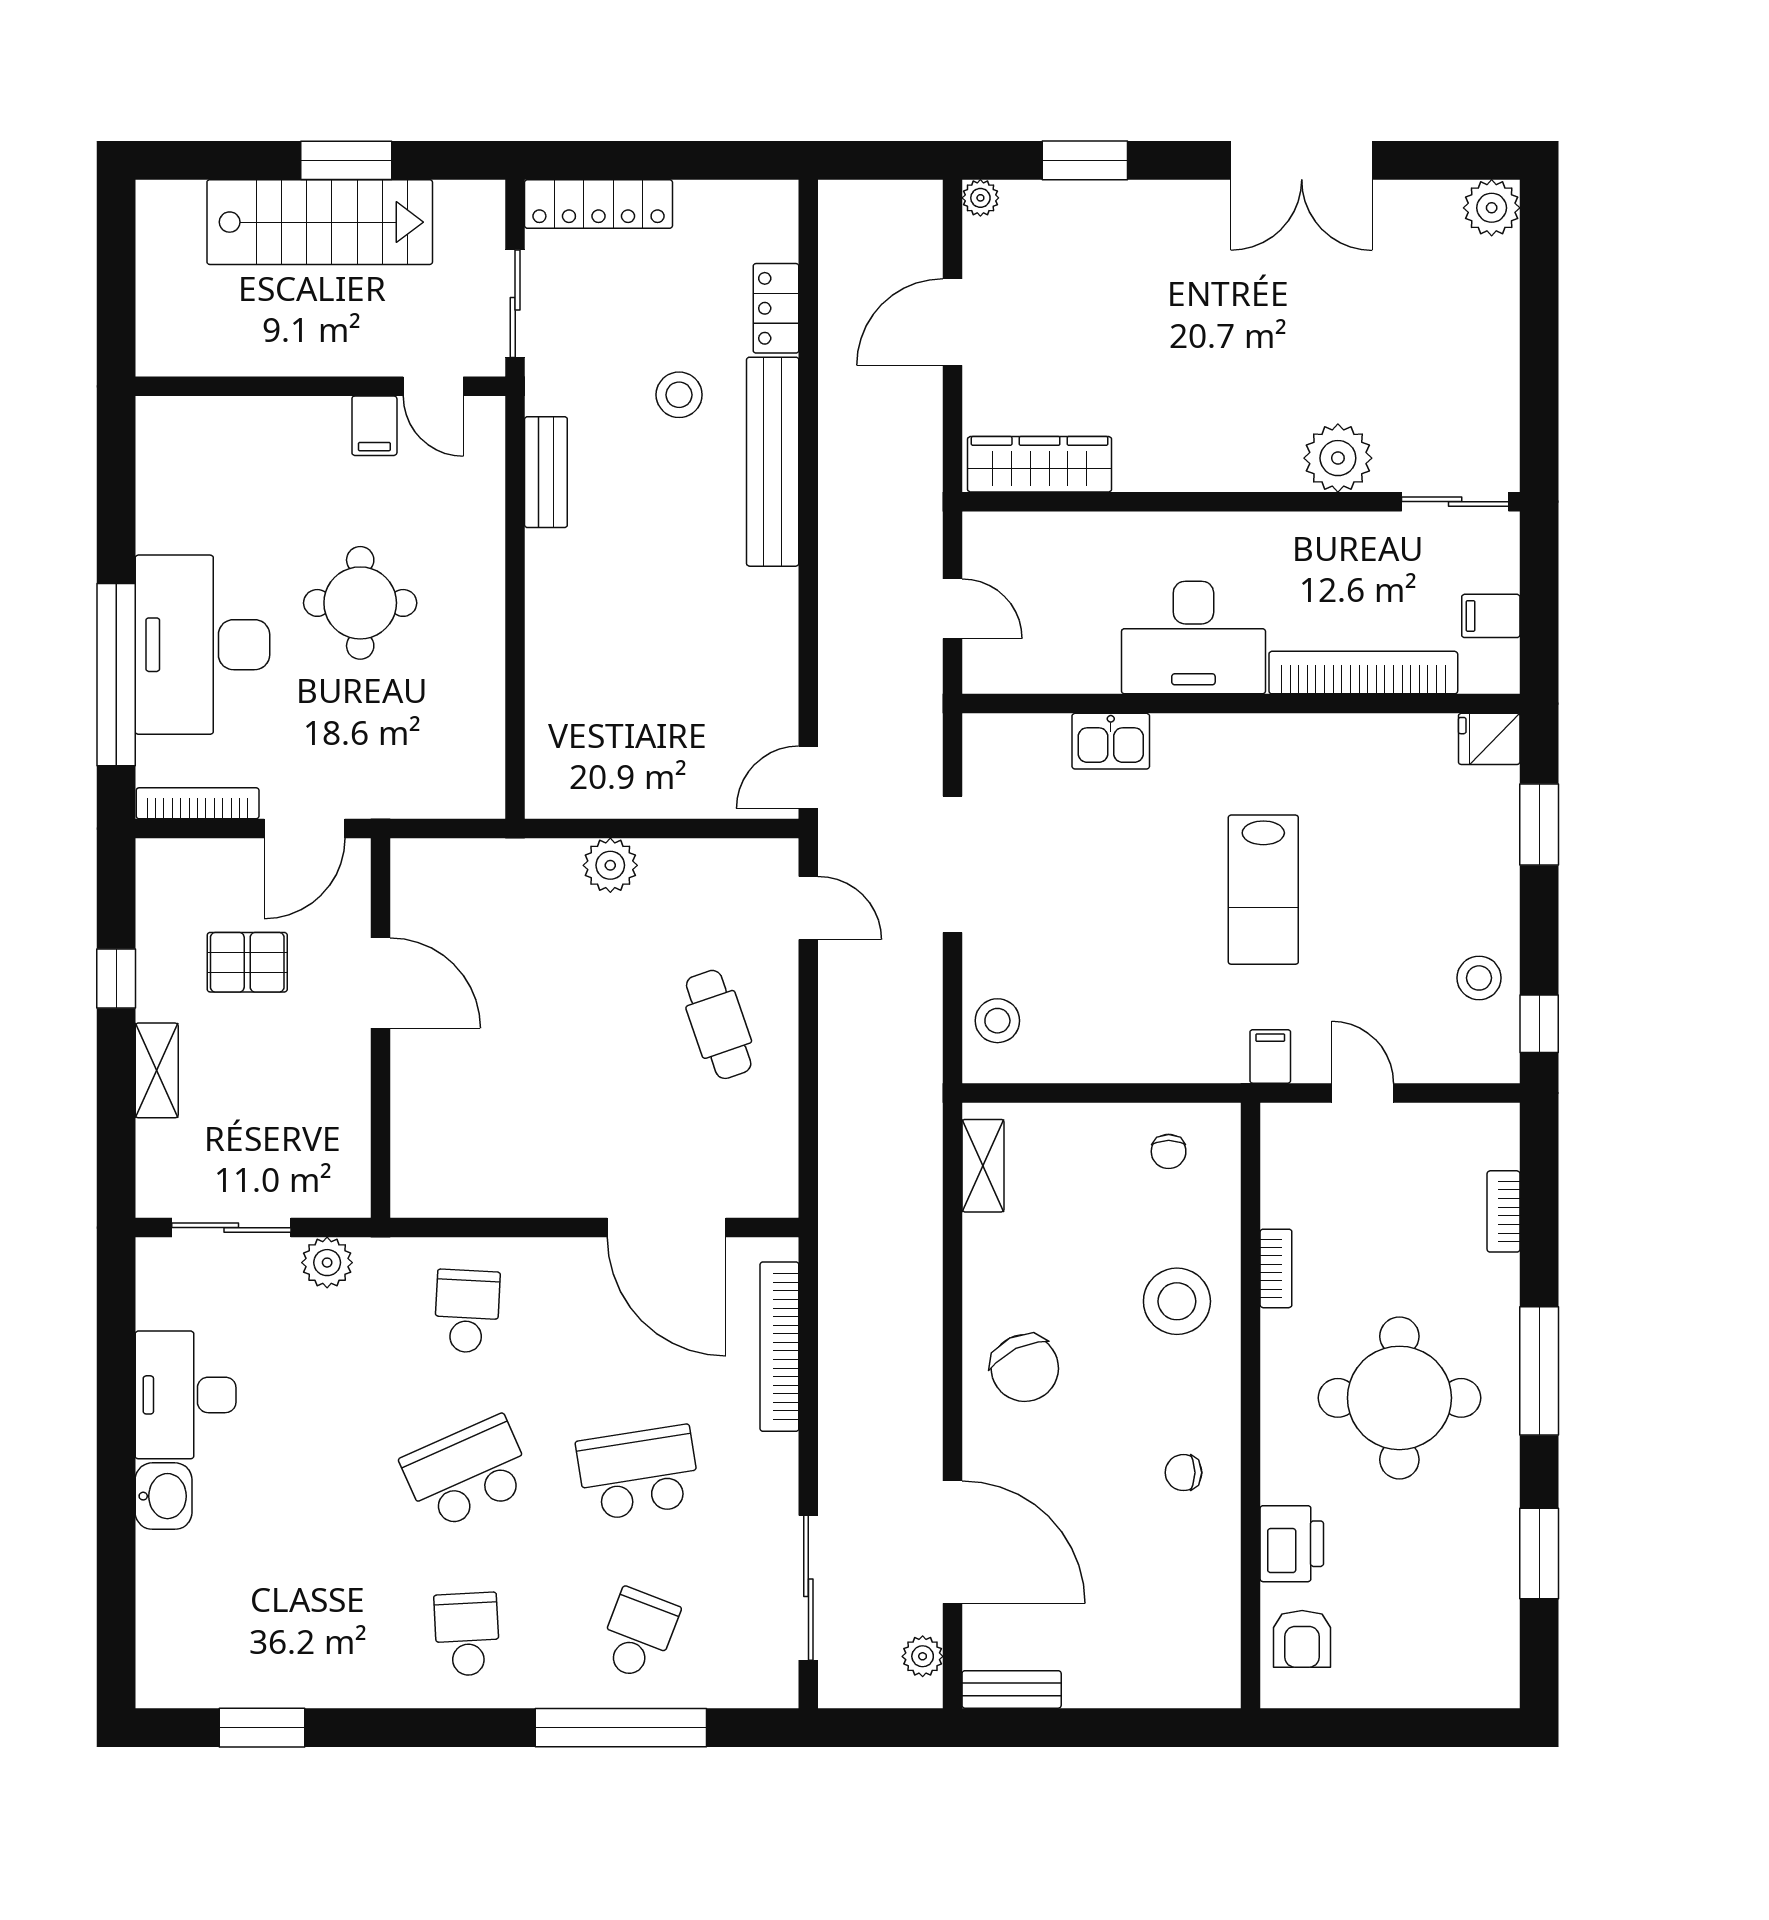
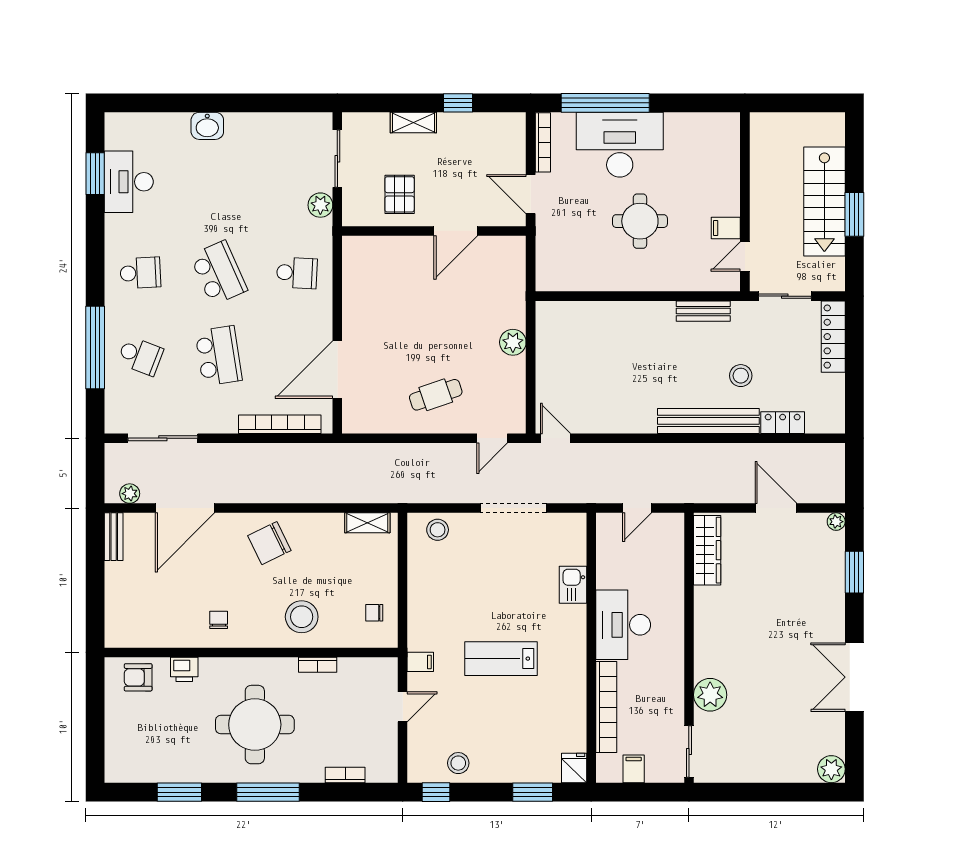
pallet: (247, 962) -> (400, 194), moved
desk: (186, 1395) -> (129, 182), moved, turned -90
printer: (1292, 1544) -> (184, 669), width x0.73, depth x0.81

